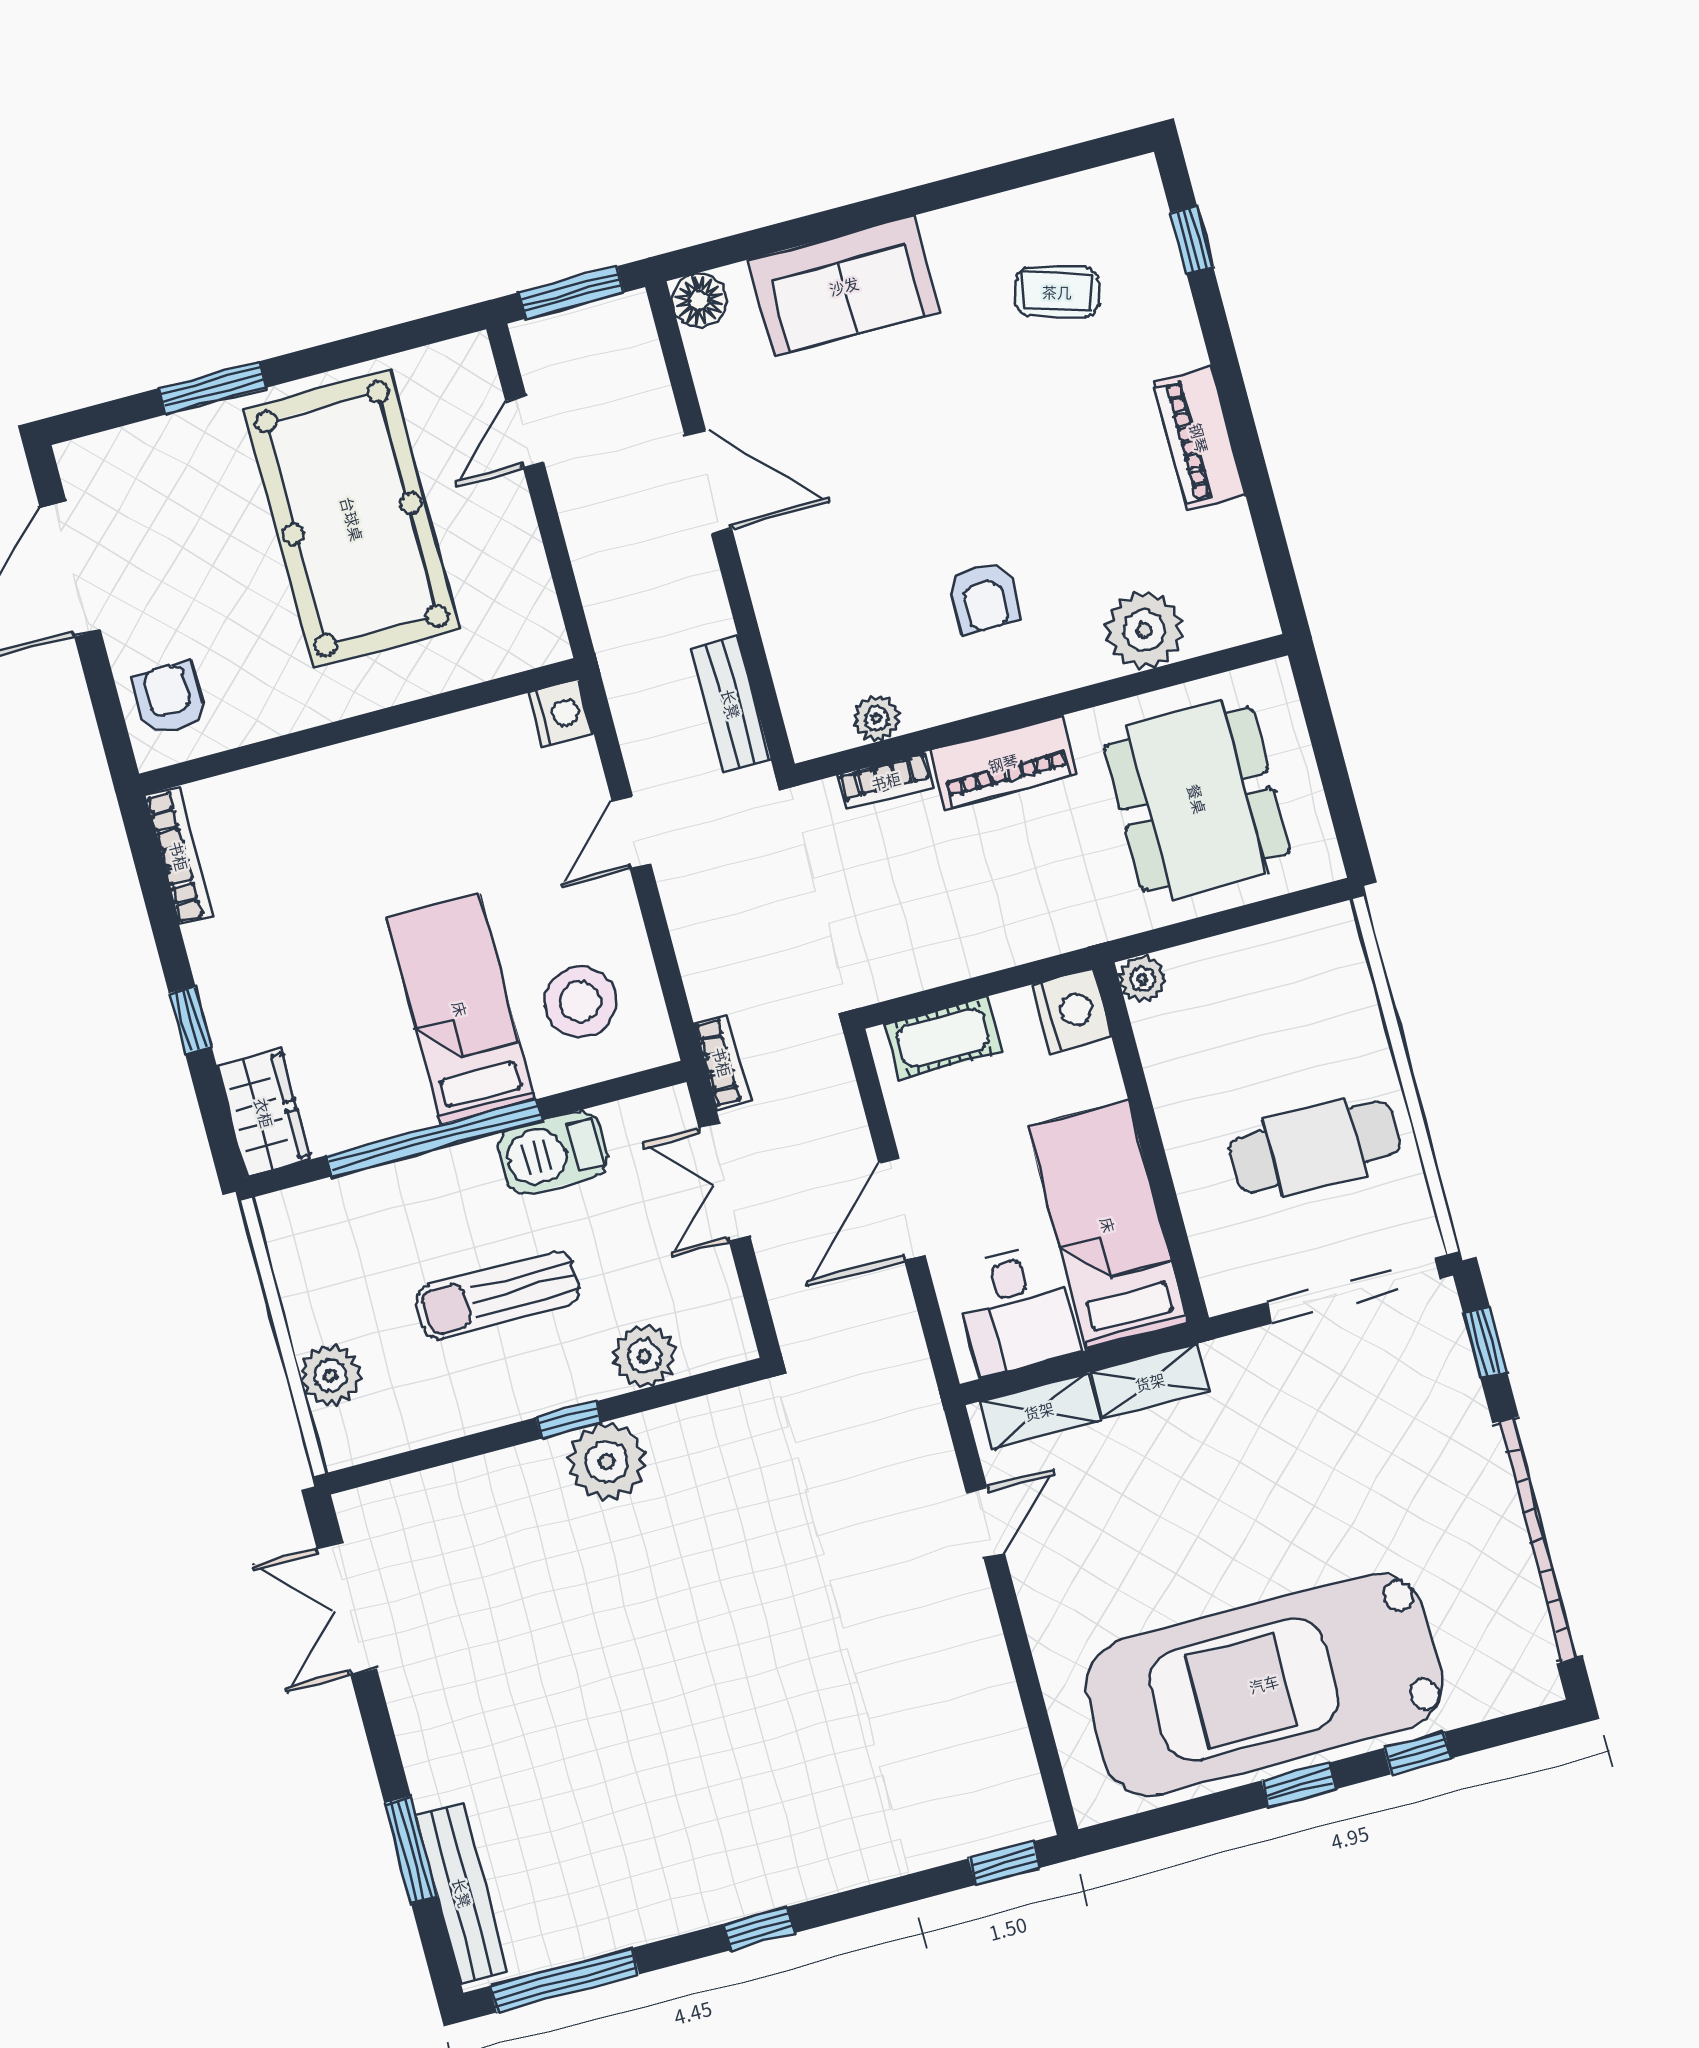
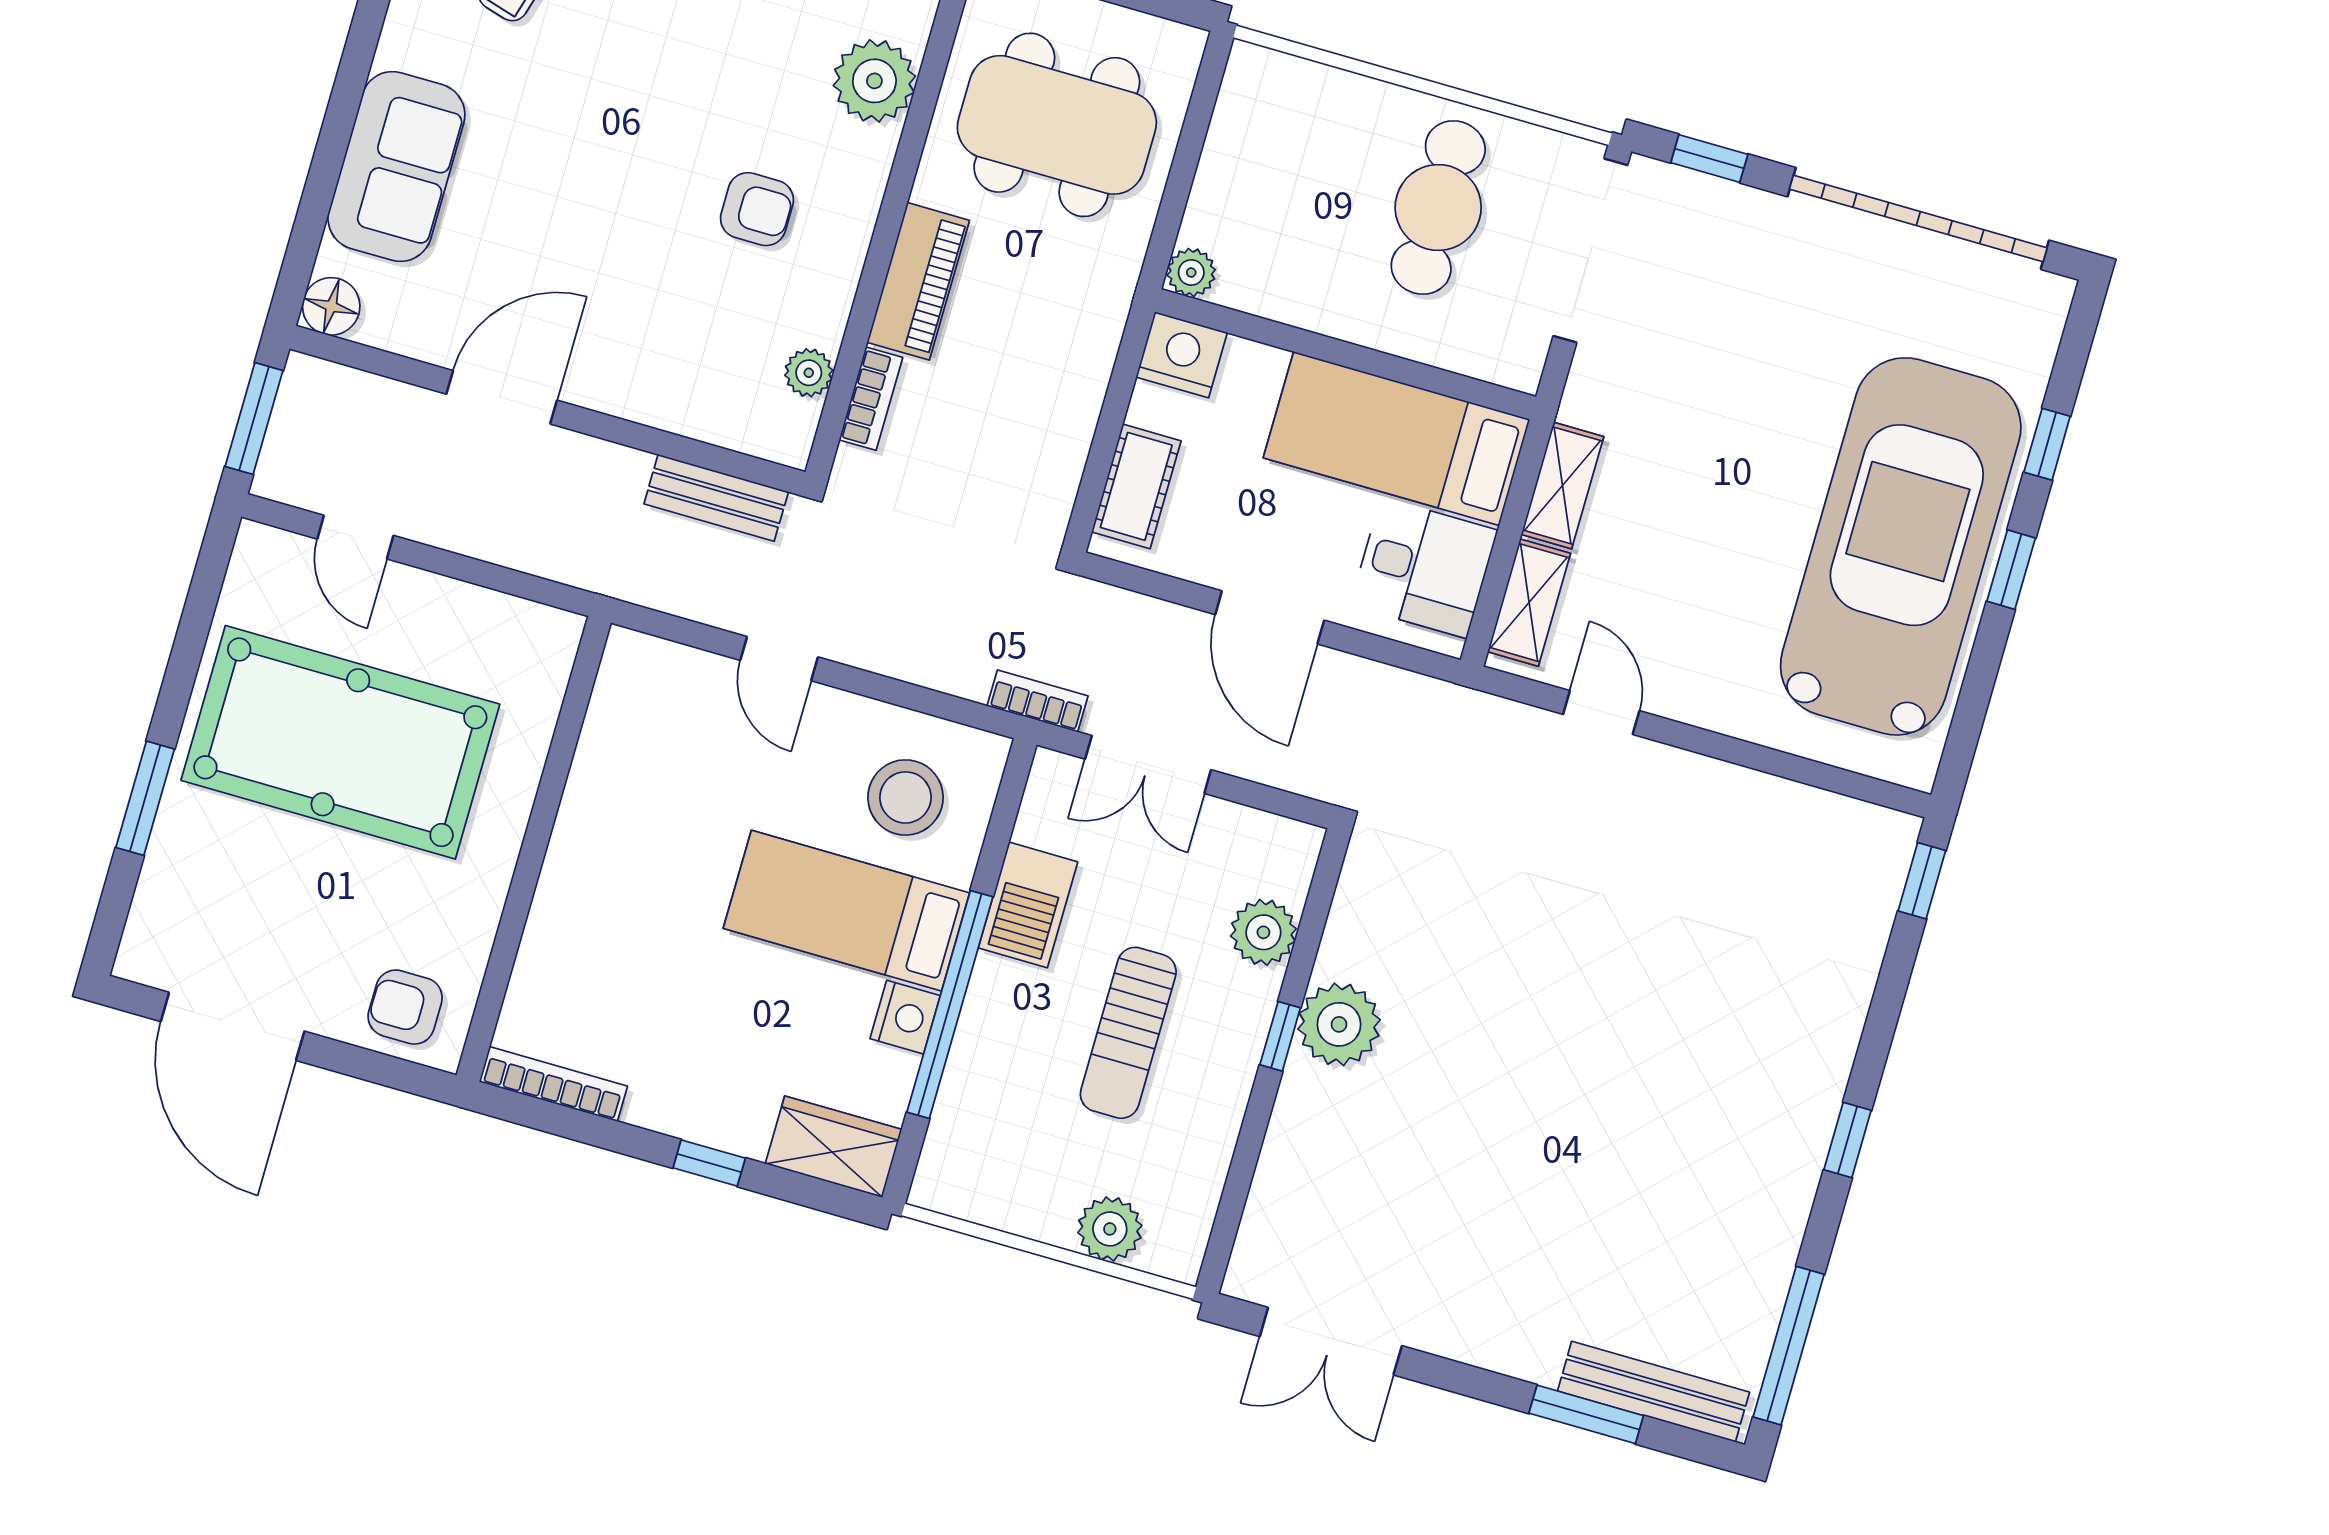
nightstand: (561, 714) -> (905, 1017), moved, turned 90
car: (1264, 1684) -> (1901, 546), turned 180

